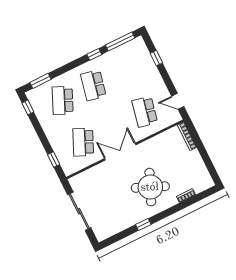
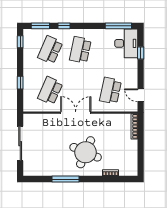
window: (94, 54) -> (64, 26), moved
desk: (137, 55) -> (126, 43), added
window: (54, 160) -> (20, 83), moved
window: (143, 225) -> (65, 179), width x2.17

